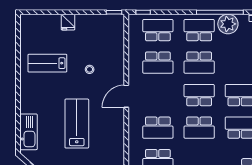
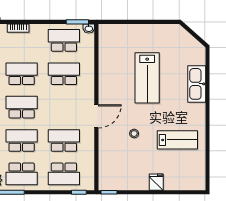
school desk: (199, 95) -> (22, 107), turned 180
door: (126, 96) -> (96, 116), moved
kitchen sink: (29, 132) -> (197, 84), moved

